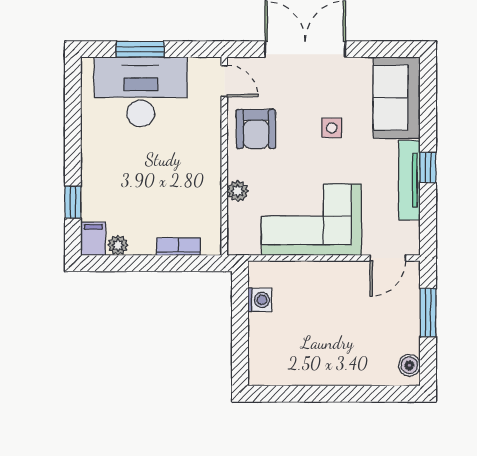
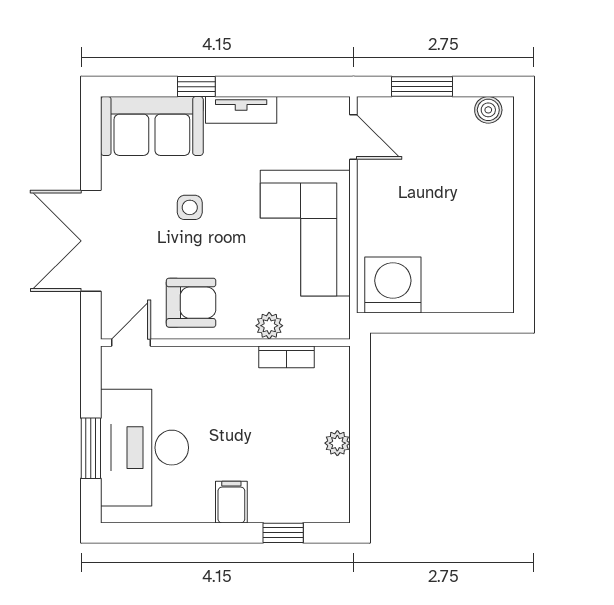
window: (428, 168) -> (196, 87), moved
tv unit: (409, 180) -> (241, 110), width x0.71
filing cabinet: (93, 239) -> (231, 502), moved, turned 90
plant: (118, 245) -> (337, 443), moved
bookcase: (178, 247) -> (286, 357), moved, turned -90
washing machine: (260, 300) -> (393, 285), width x1.89, depth x1.89

